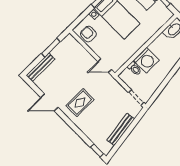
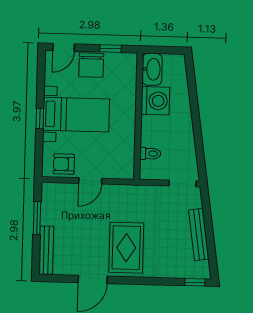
washing machine: (146, 60) -> (155, 101), moved
door: (105, 66) -> (90, 181), moved
rug: (80, 103) -> (126, 248), width x1.36, depth x1.43

